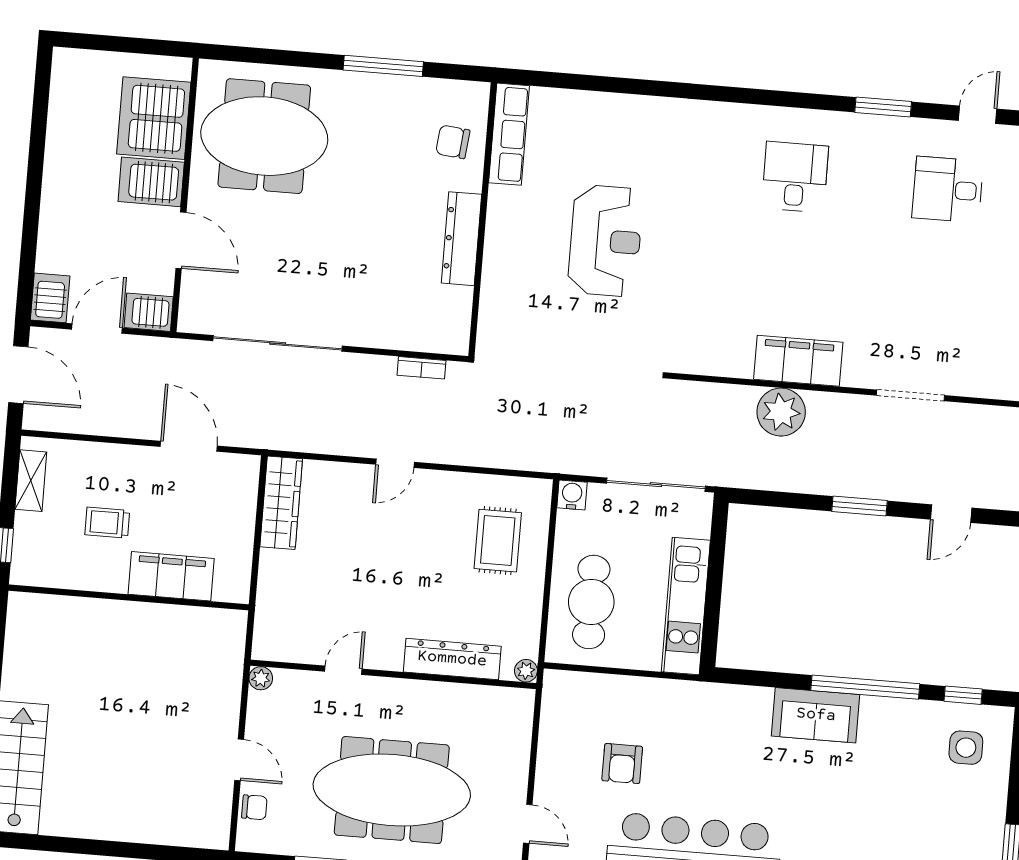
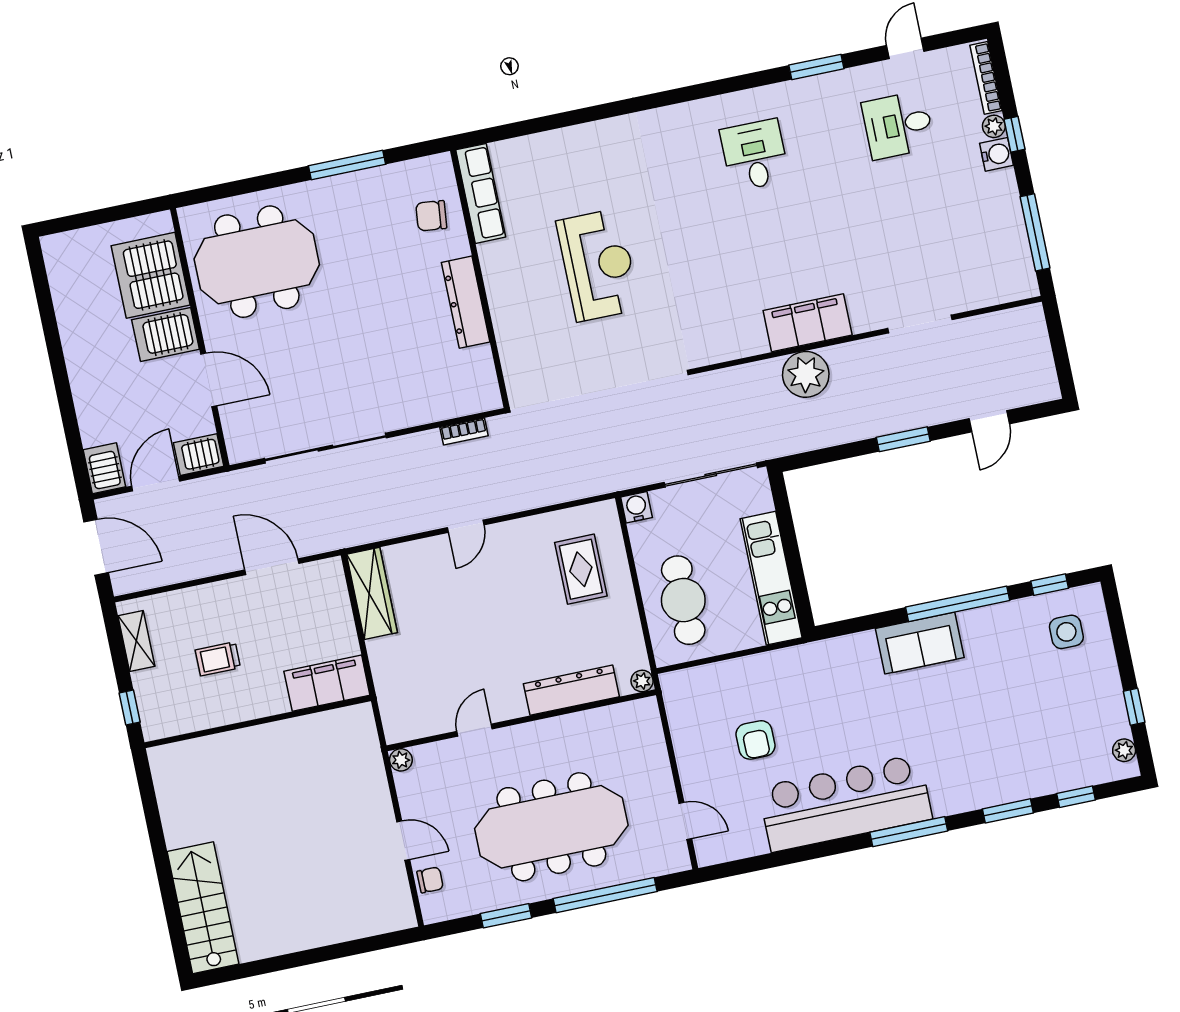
filing cabinet: (171, 576) -> (327, 683), moved

